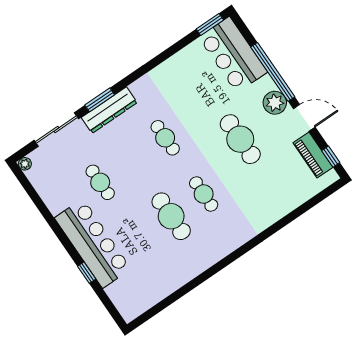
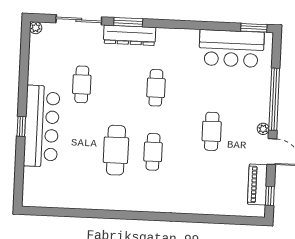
bar counter: (233, 55) -> (231, 48), moved, turned -90
plant: (275, 103) -> (263, 129), width x0.53, depth x0.53
cafe table: (240, 139) -> (212, 131), width x0.73, depth x0.74
window: (87, 273) -> (21, 126), moved

